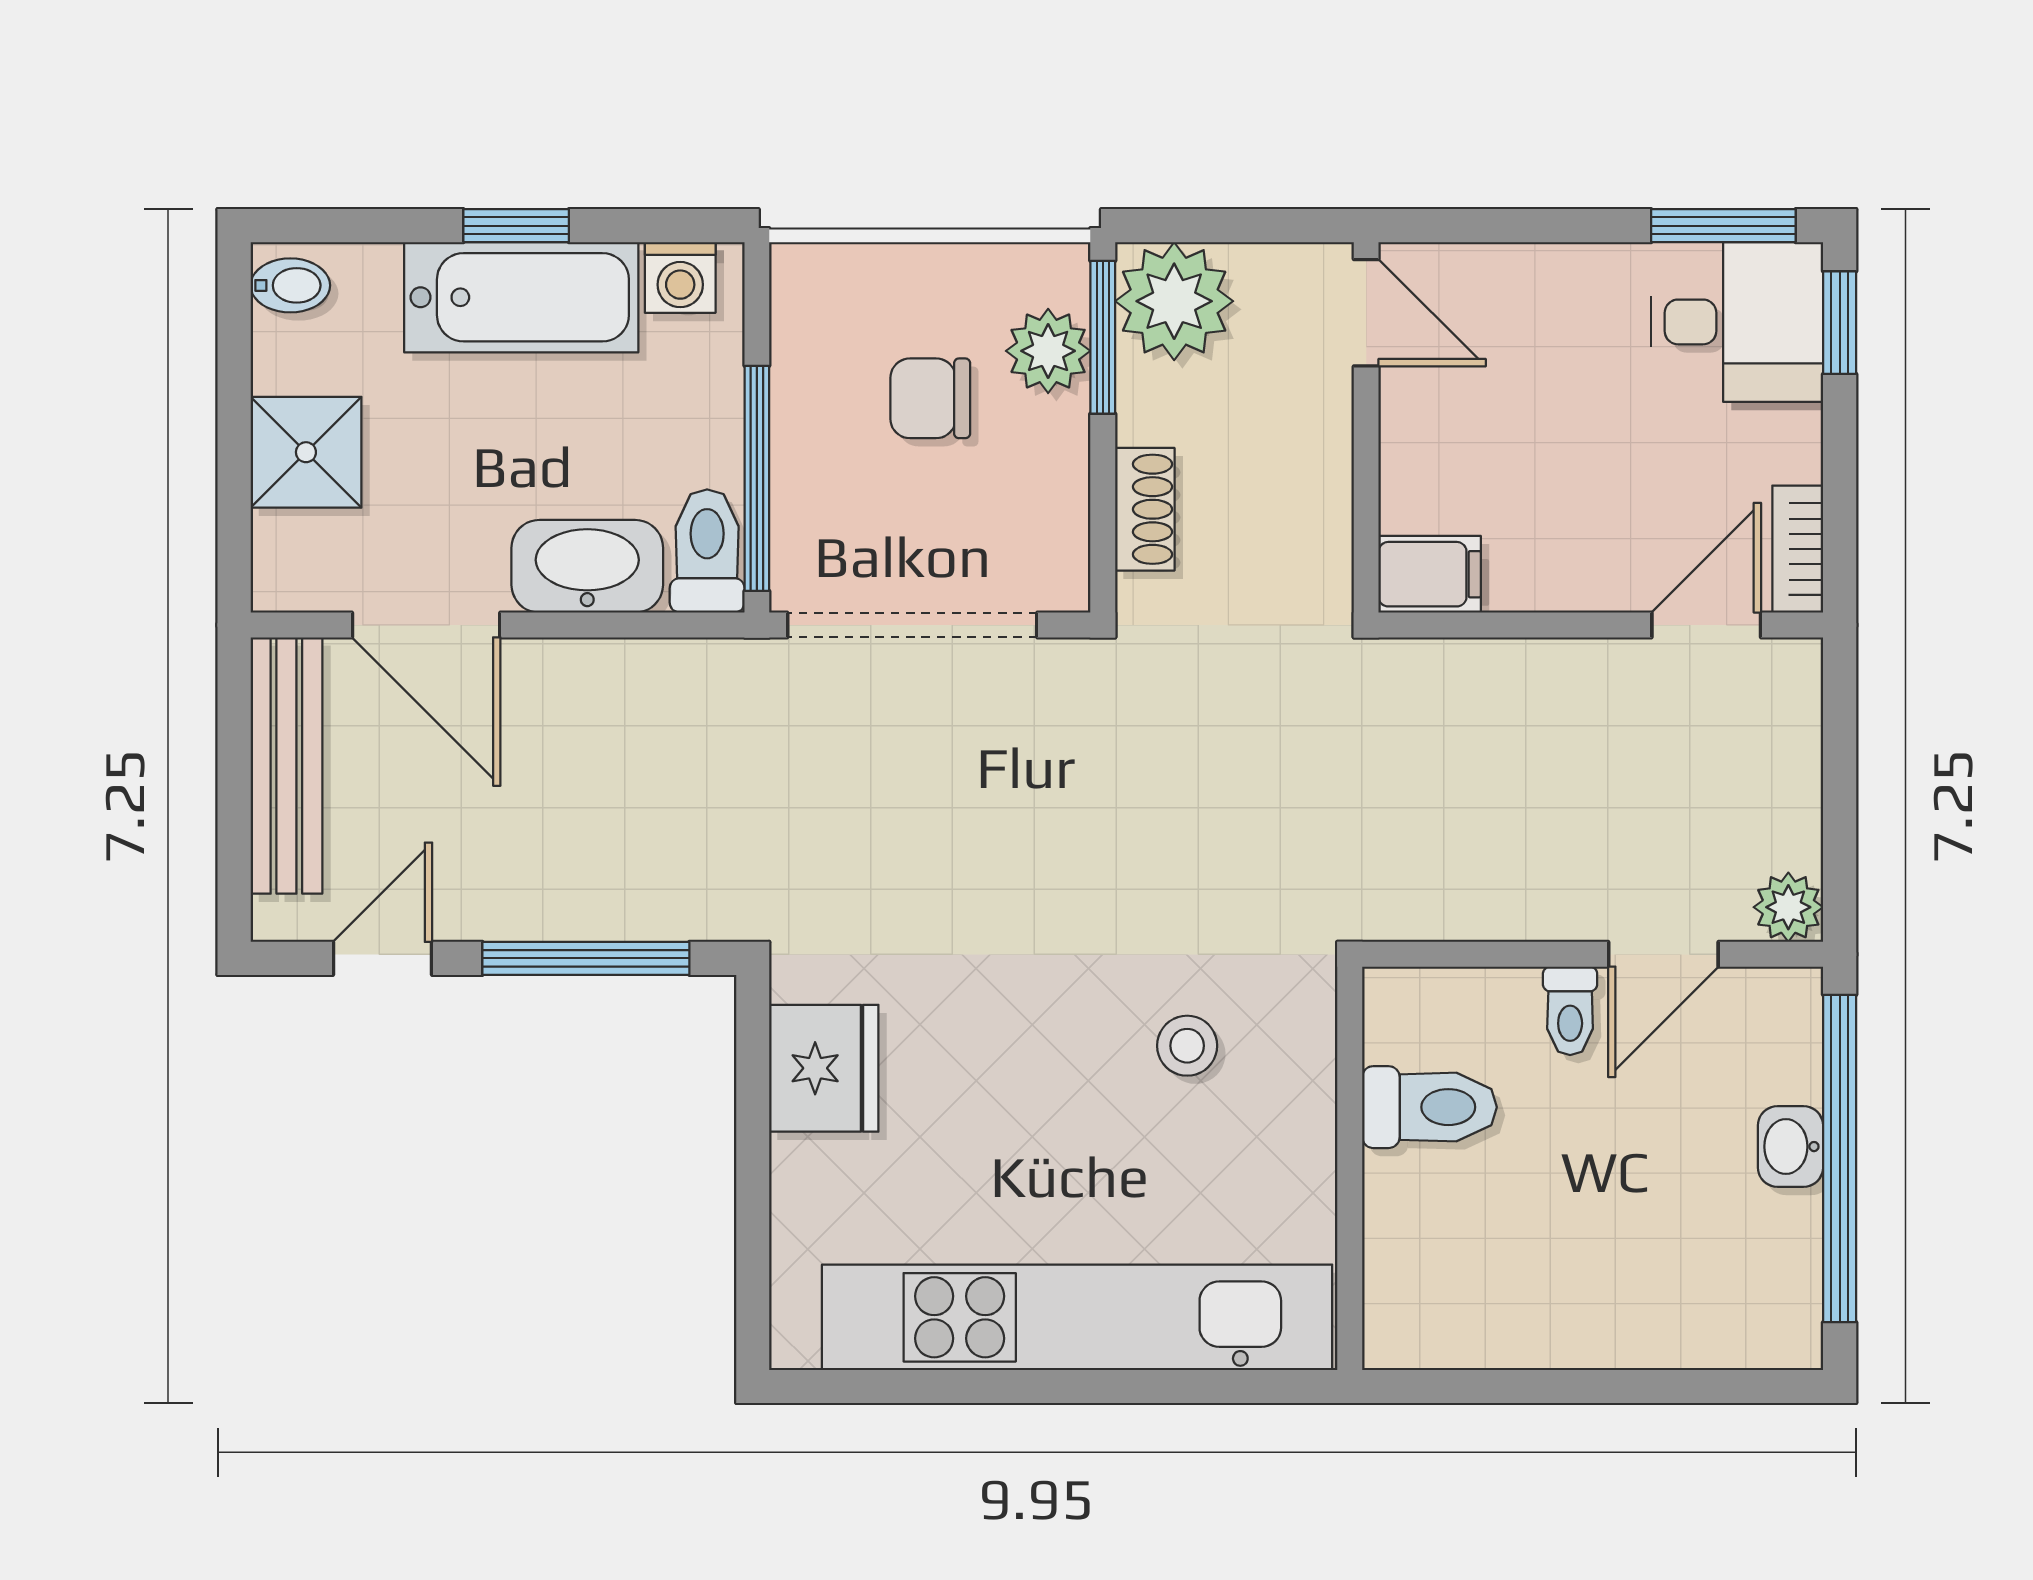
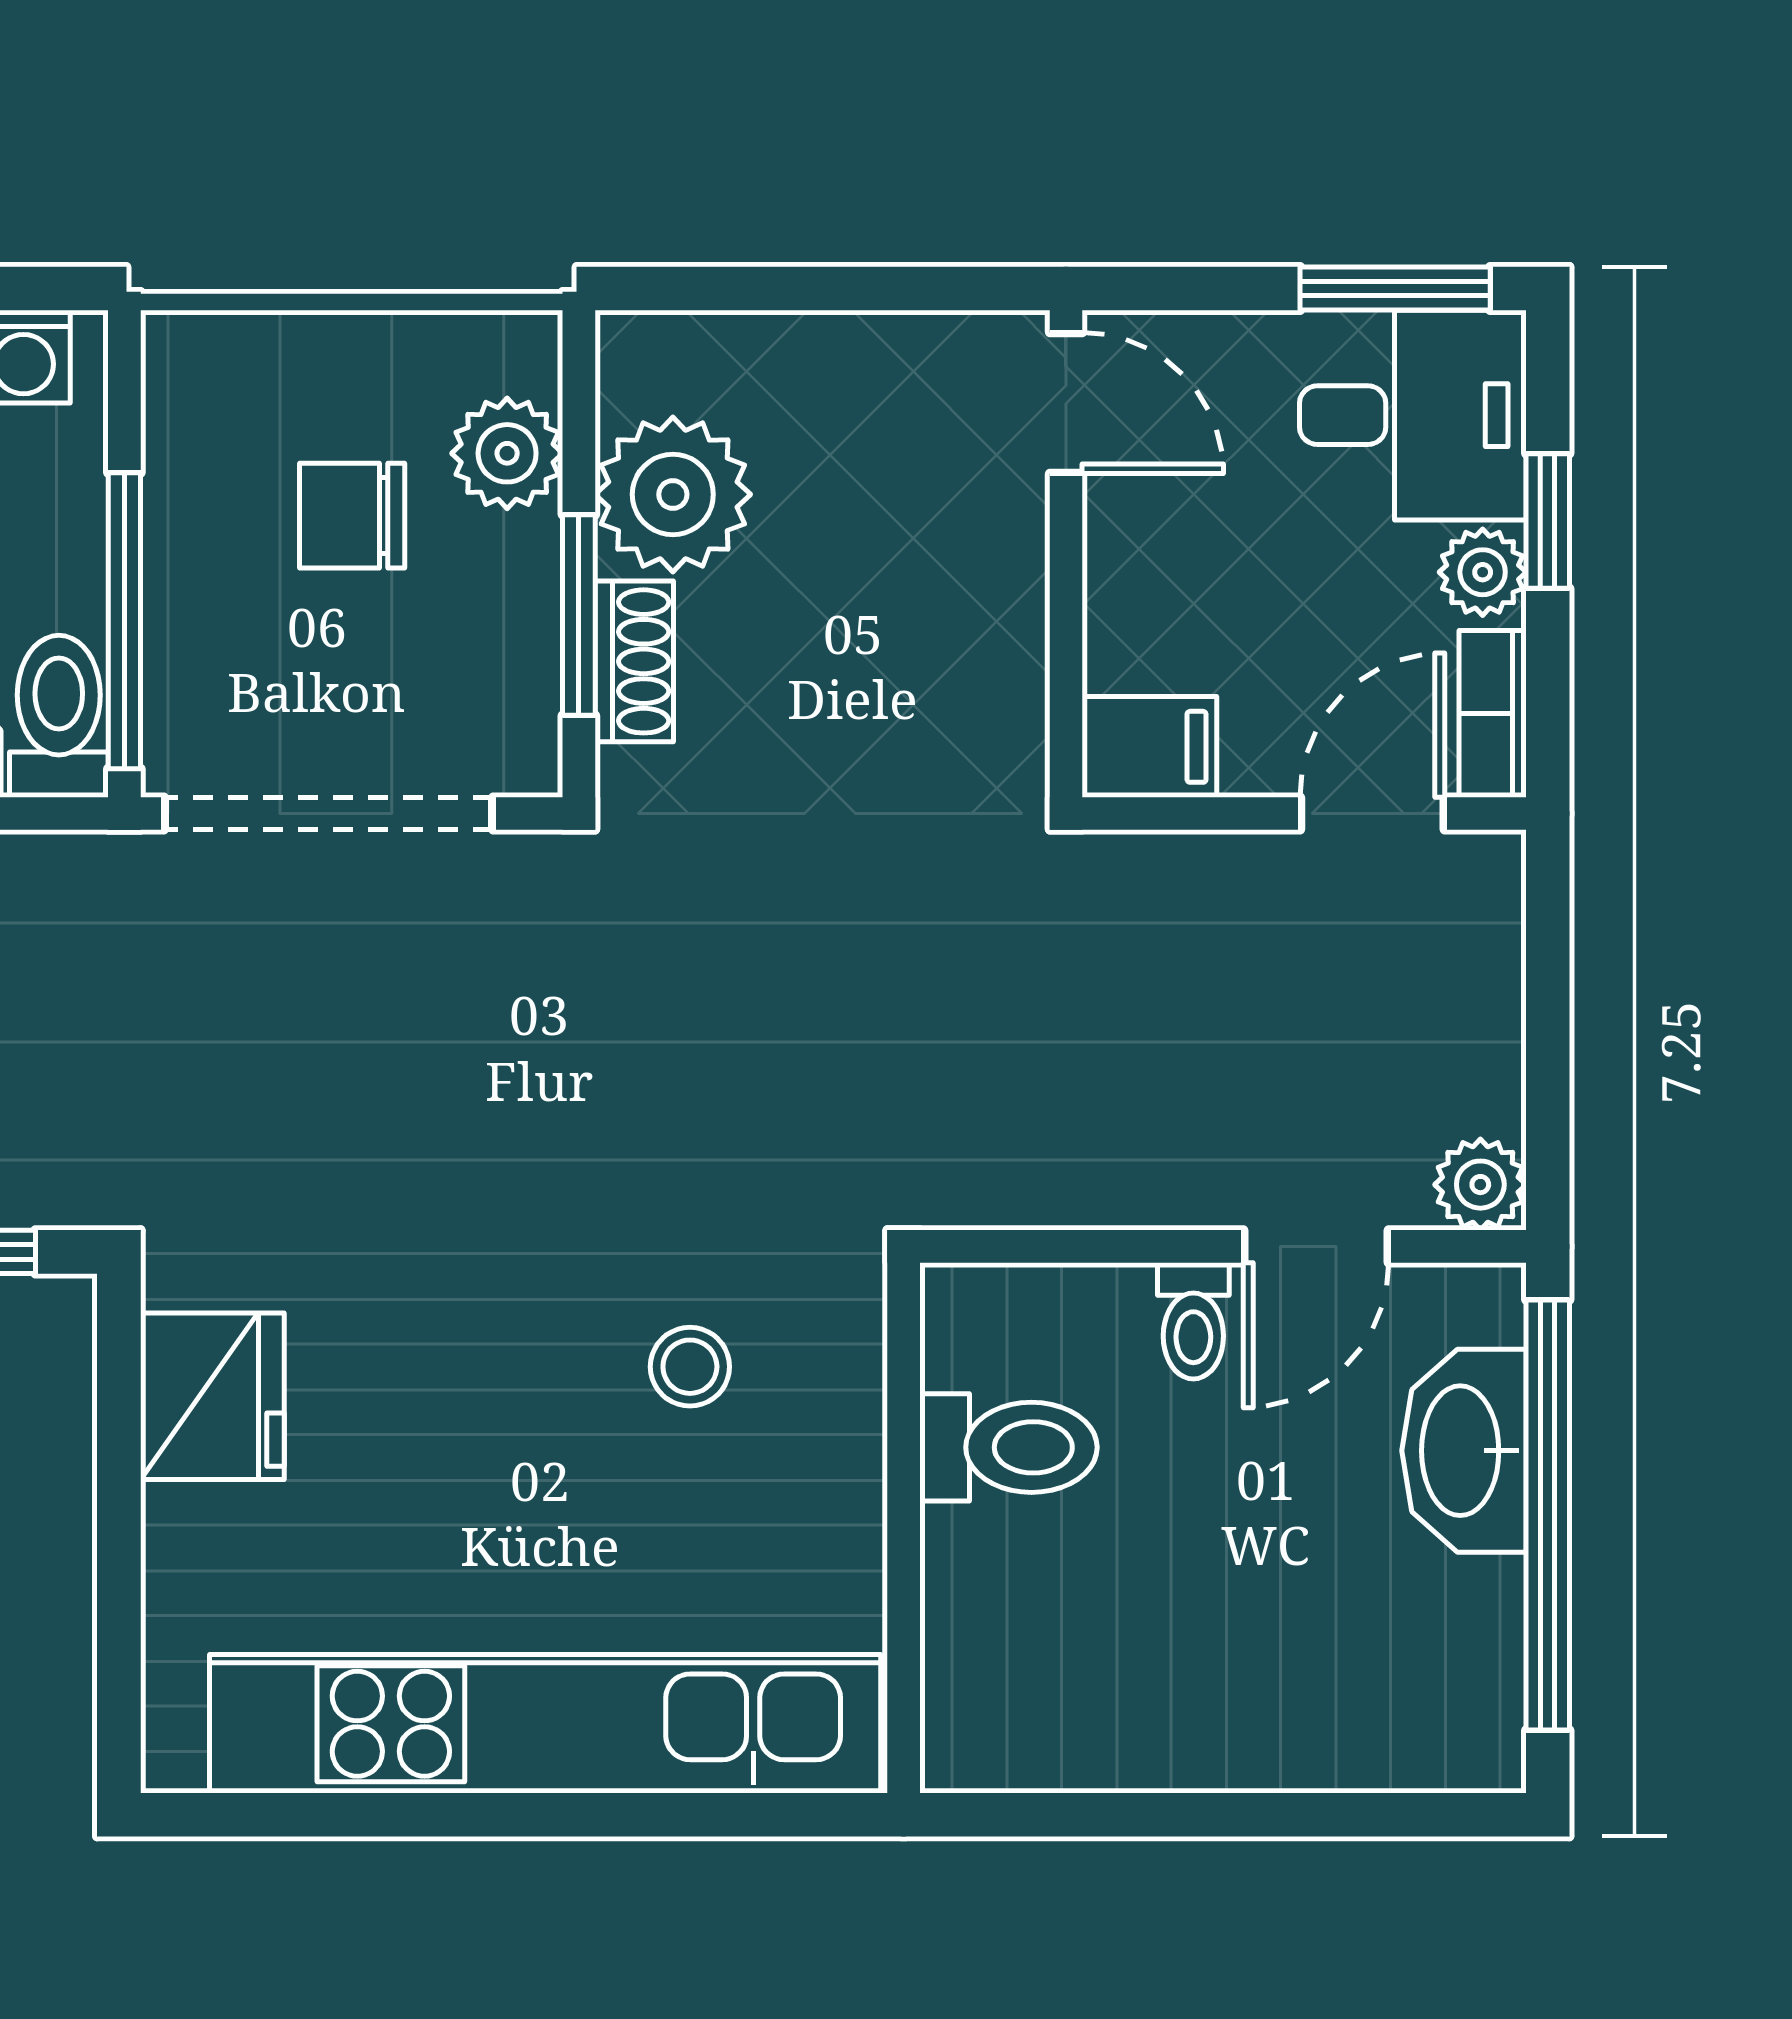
plant: (1174, 301) -> (673, 494), moved
door: (1366, 313) -> (1066, 403), moved
window: (1840, 323) -> (1548, 521), moved
window: (1103, 337) -> (579, 615), moved
wall: (1366, 427) -> (1066, 554), moved
plant: (1790, 441) -> (1483, 572), added
filing cabinet: (1430, 574) -> (1149, 747), moved
washbasin: (1790, 1147) -> (1464, 1451), width x1.91, depth x1.45

